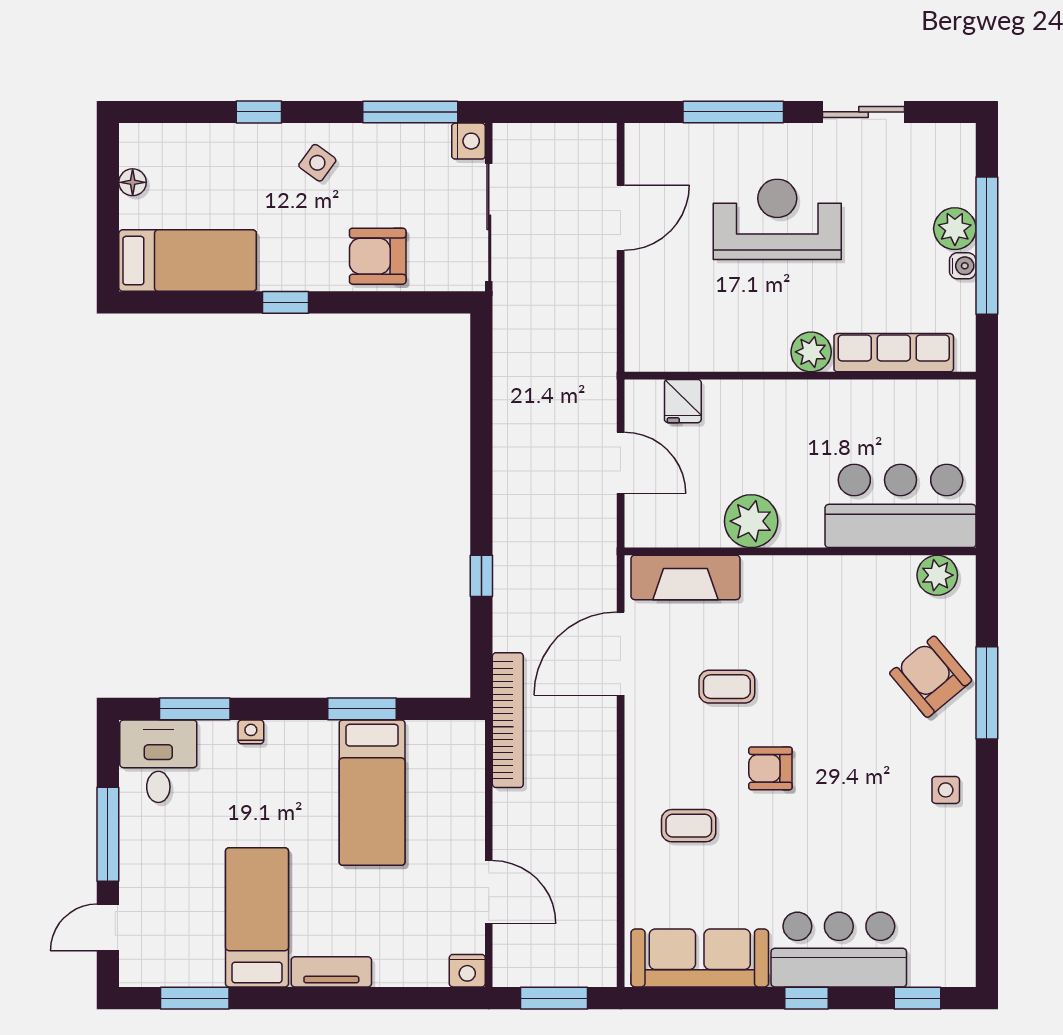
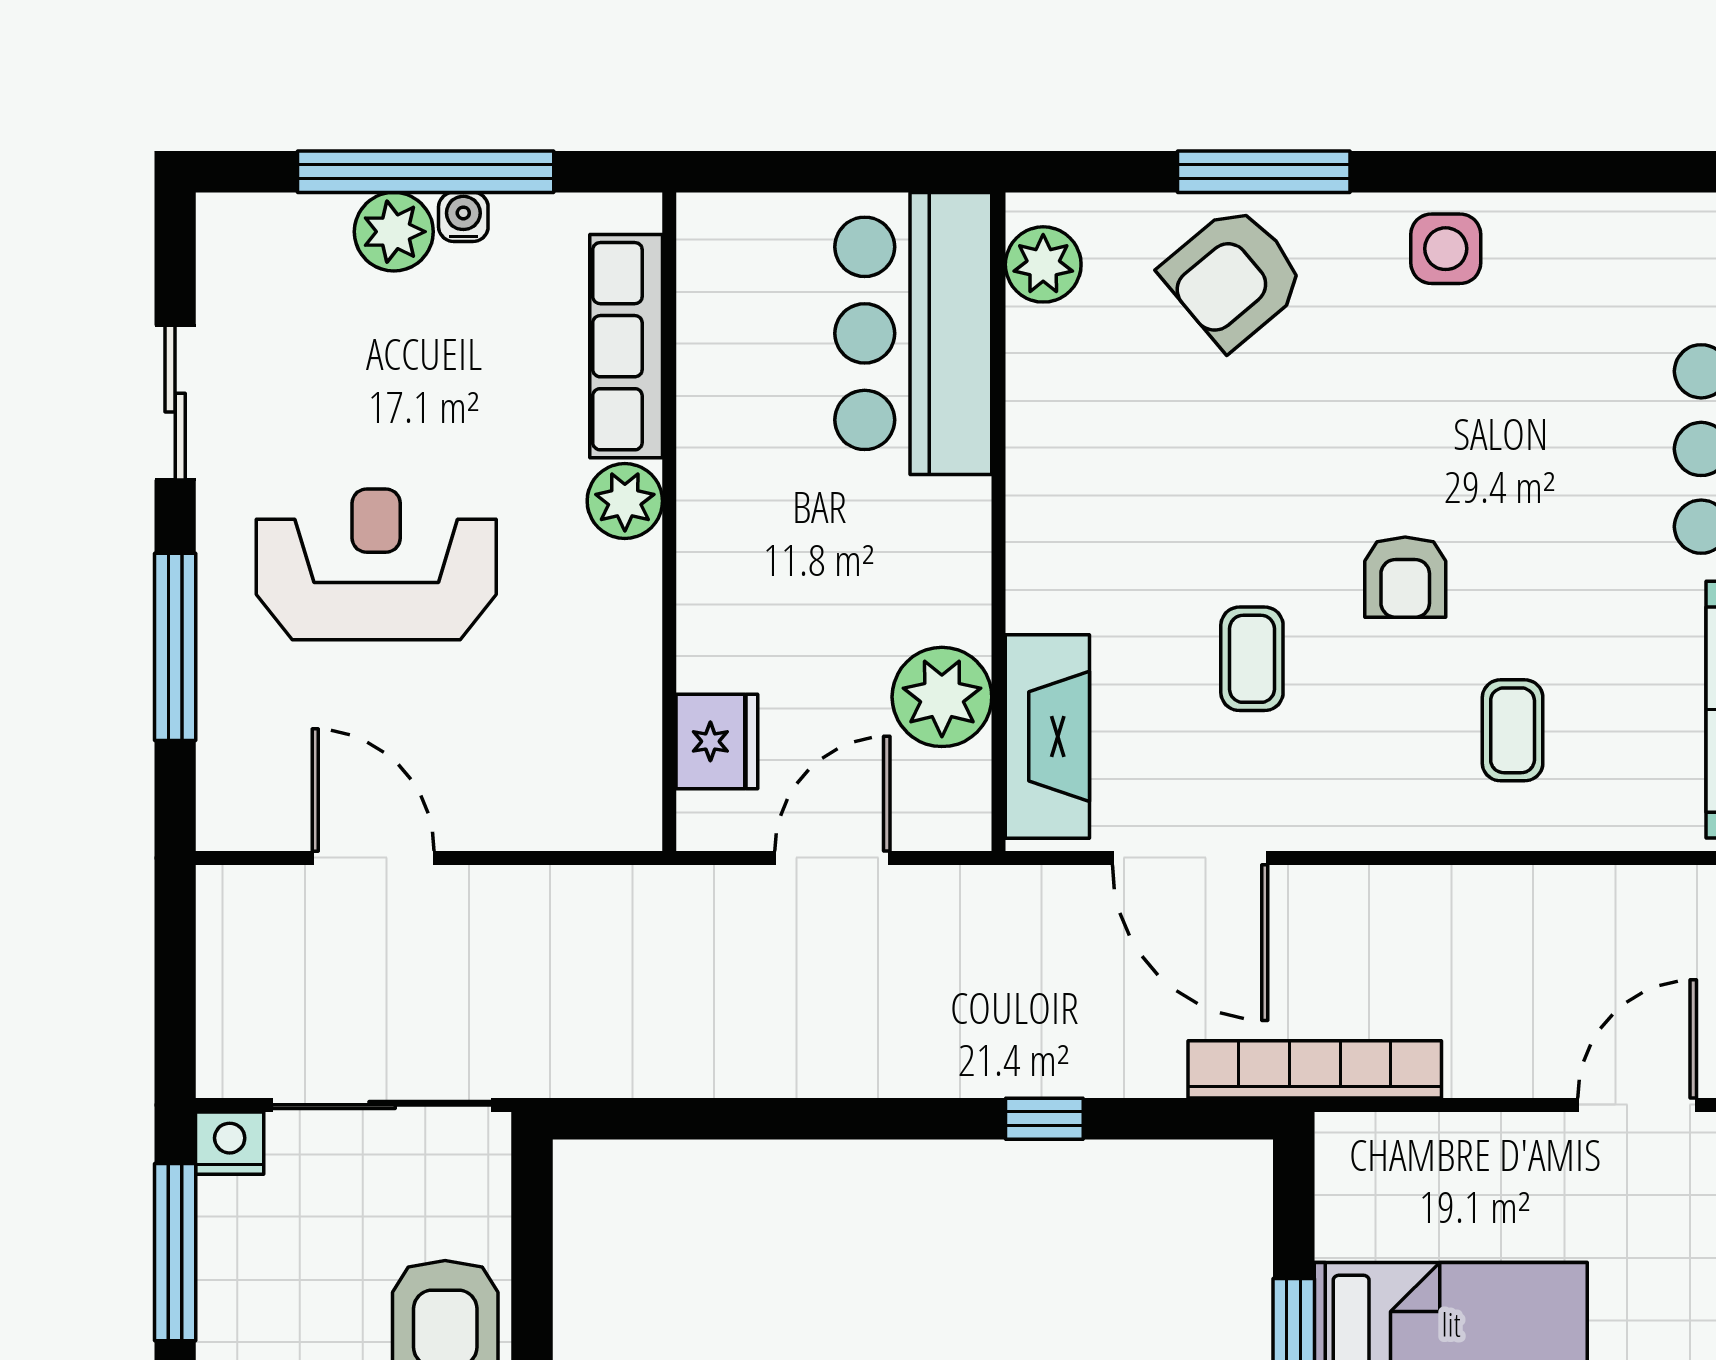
reception desk: (777, 219) -> (376, 564), turned 90
fridge: (683, 401) -> (717, 741), width x1.38
plant: (751, 521) -> (942, 697), moved
side table: (946, 790) -> (1446, 249), width x1.37, depth x1.37

